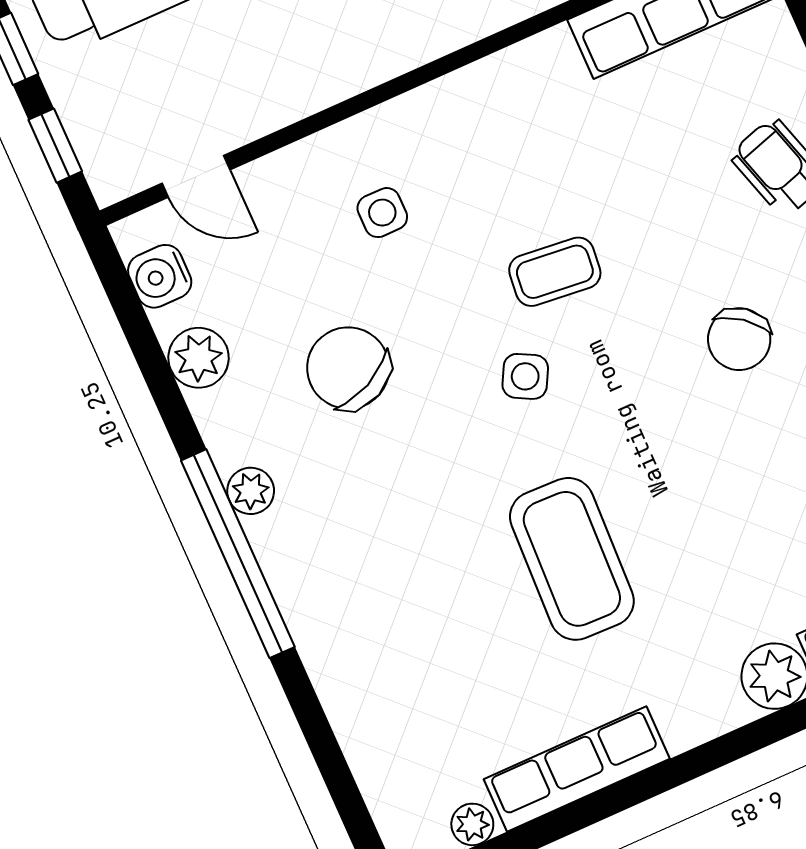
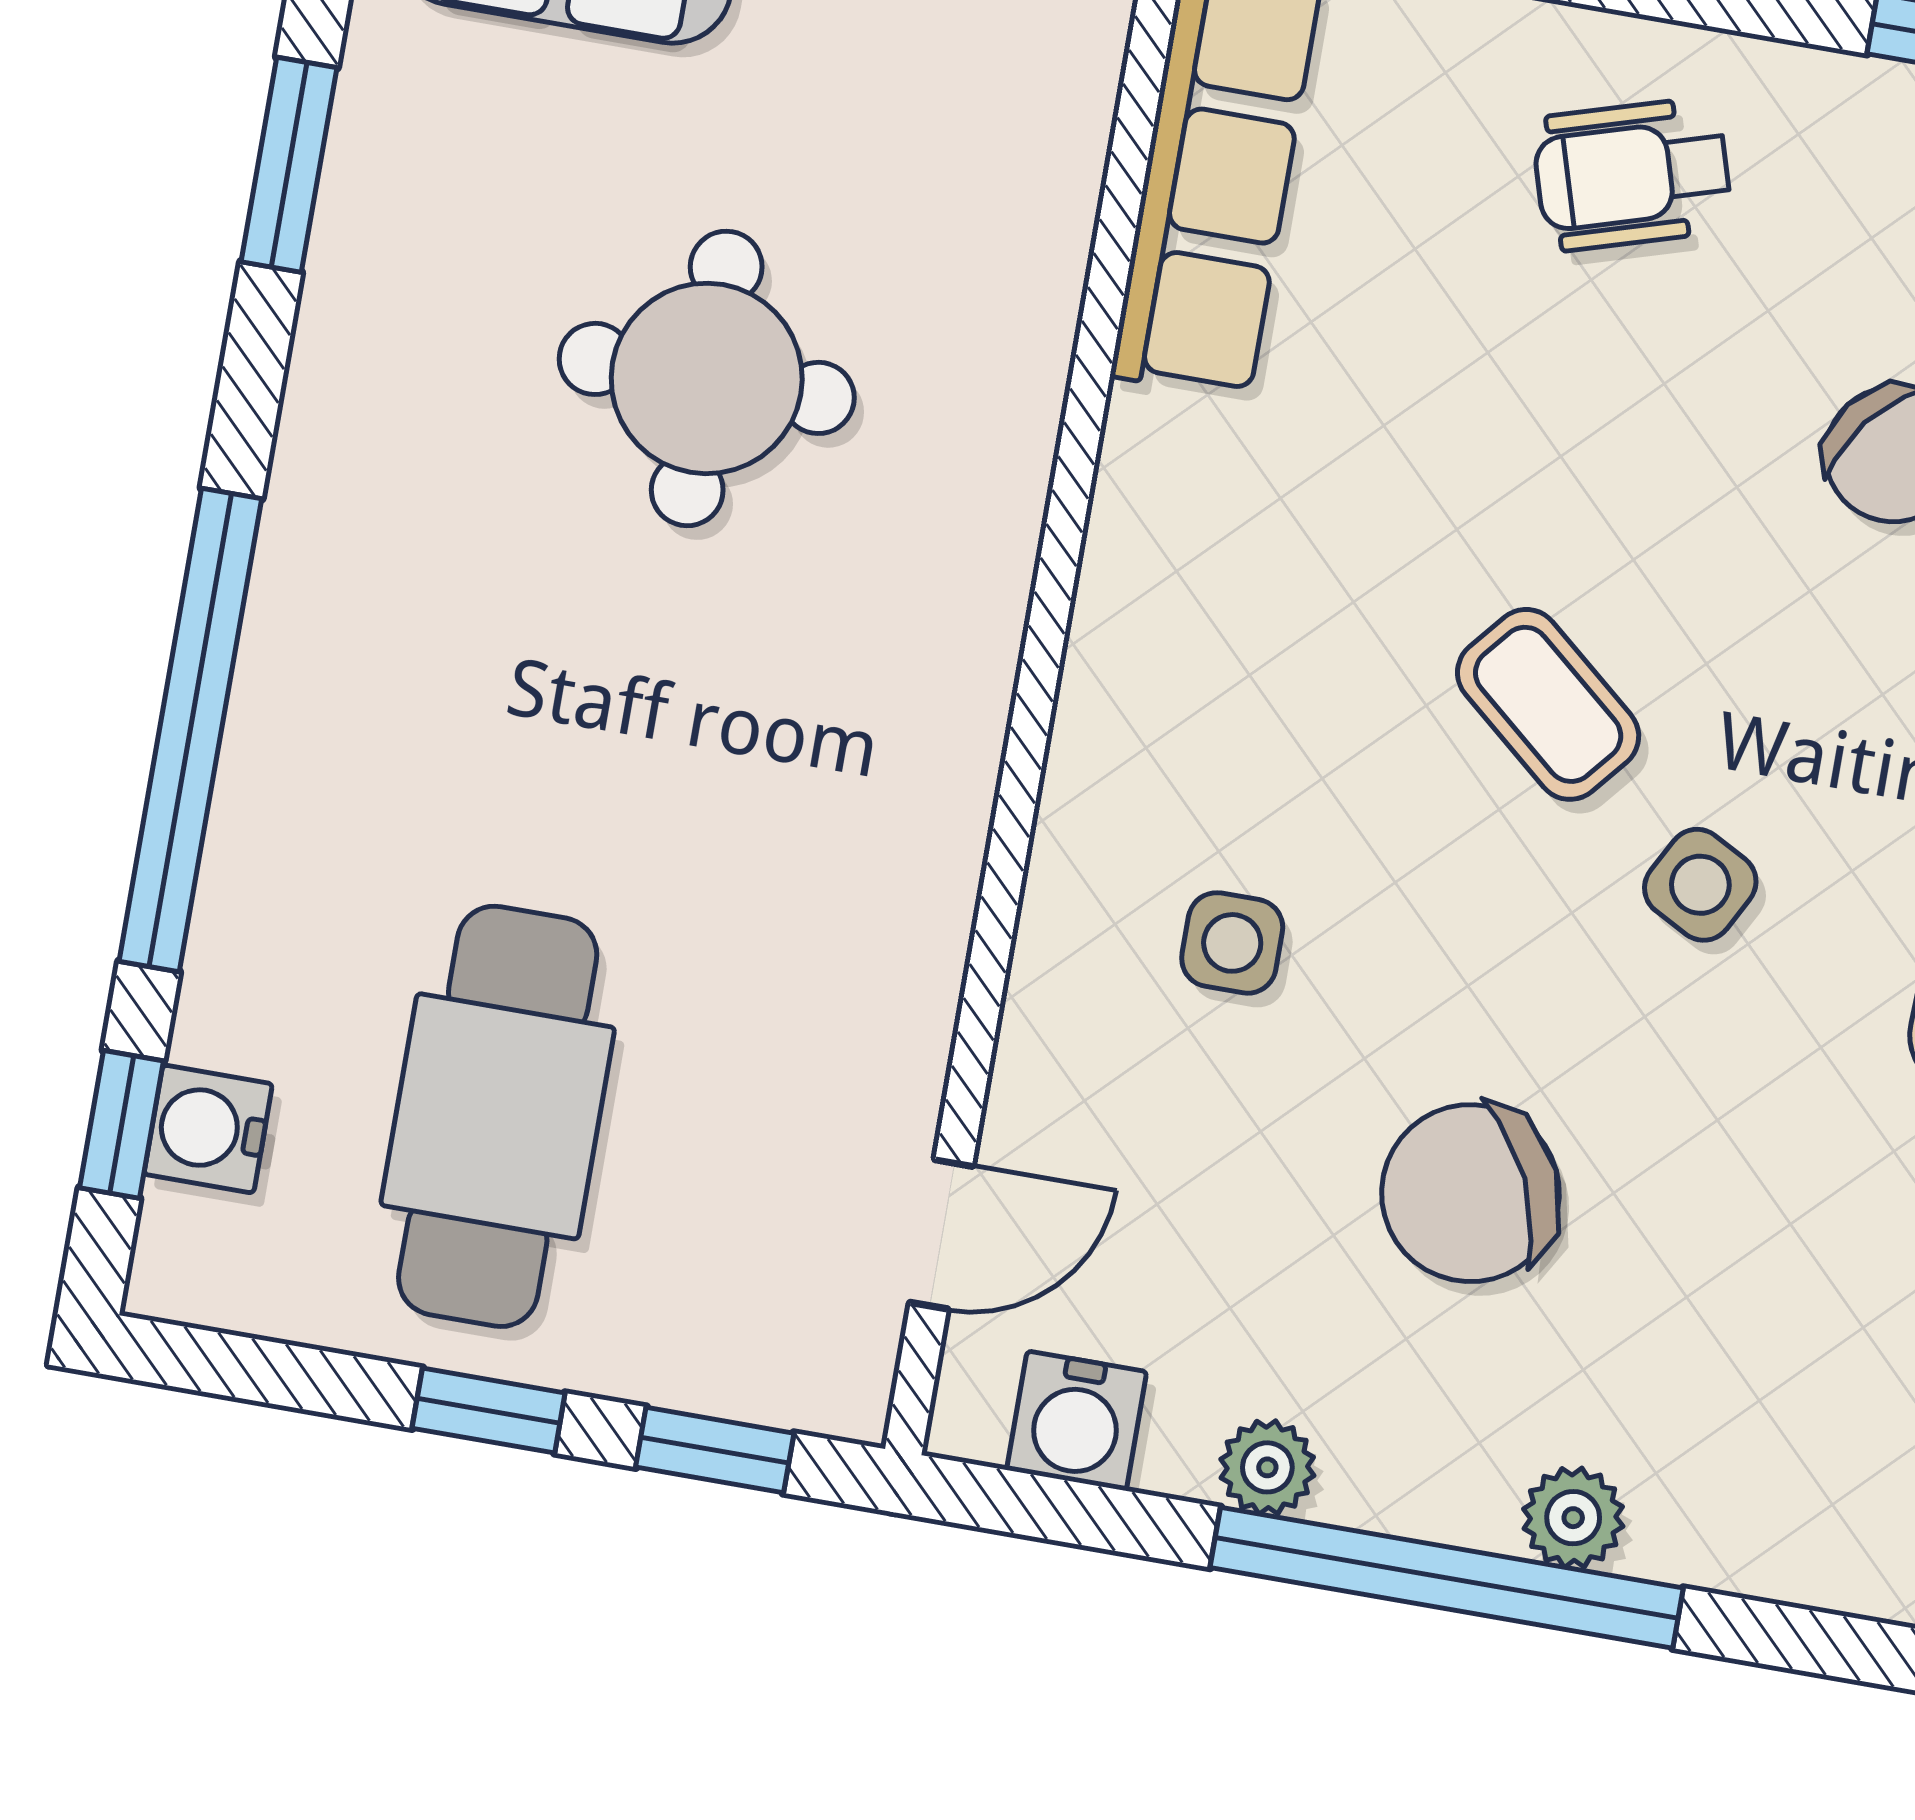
coffee table: (555, 272) -> (1548, 704), turned -56
plant: (199, 358) -> (1267, 1467), width x0.73, depth x0.73
window: (238, 554) -> (1447, 1578), moved

